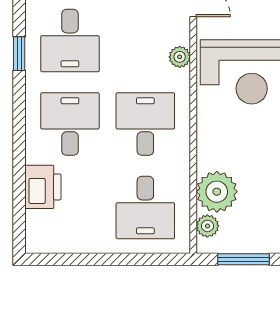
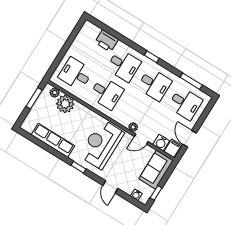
desk: (70, 41) -> (154, 84), turned 180
window: (19, 54) -> (152, 57), moved
plant: (180, 57) -> (133, 127), moved

